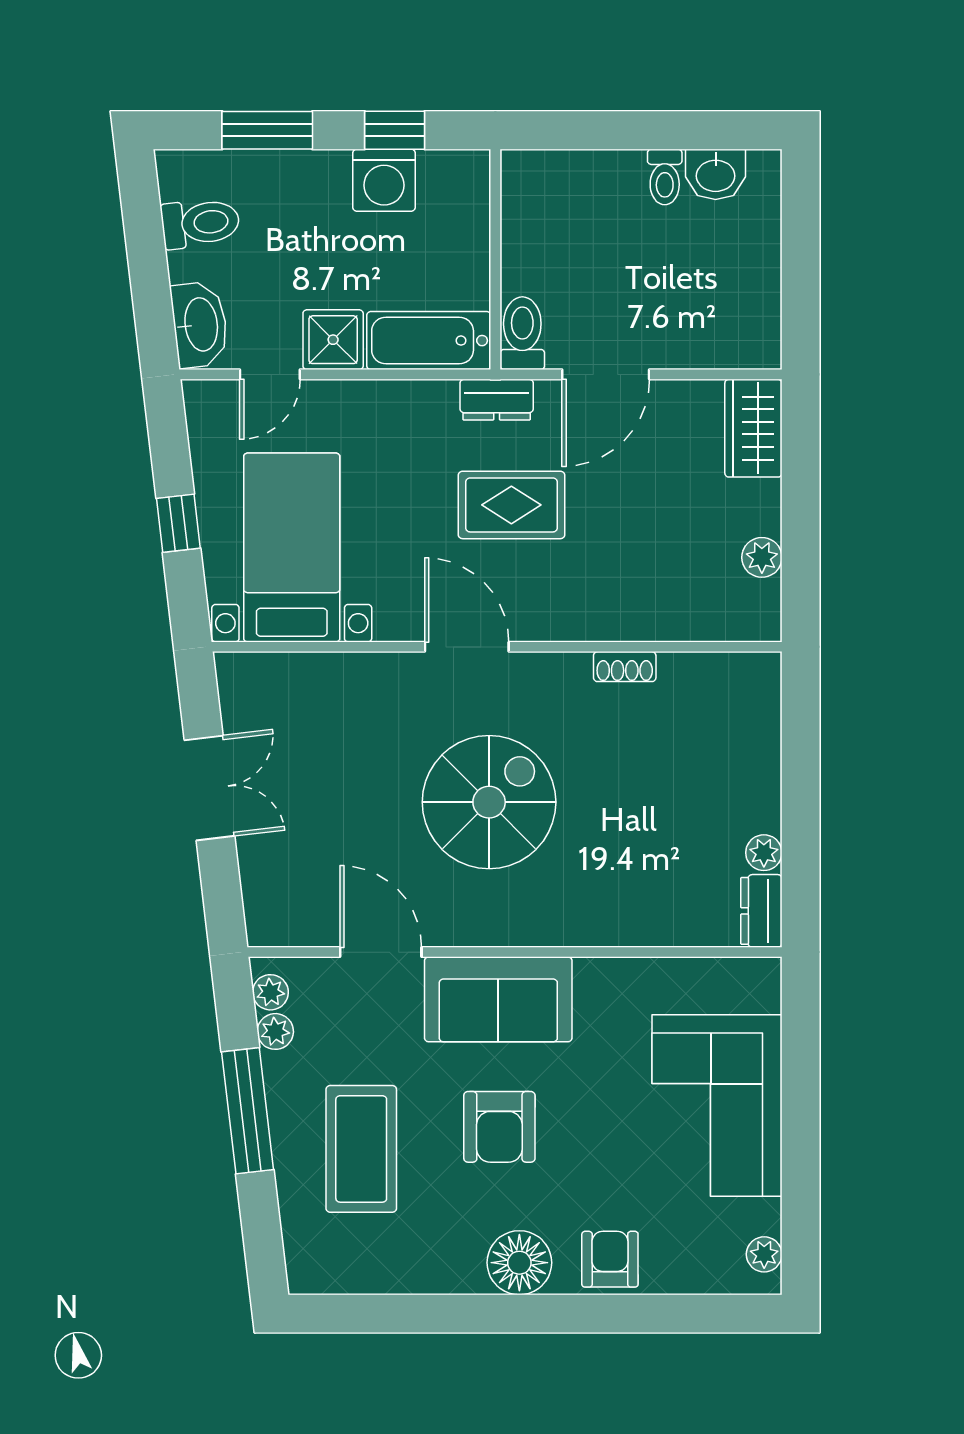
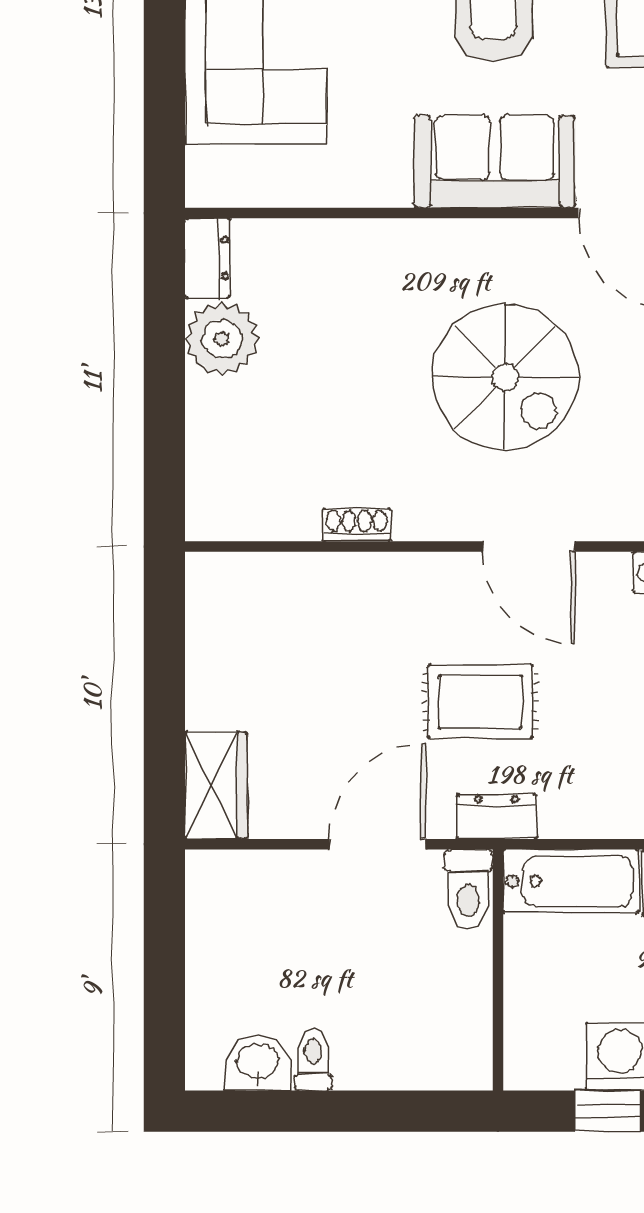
plant: (762, 557) -> (207, 644), removed
spiral stairs: (489, 802) -> (505, 377), turned -90
plant: (764, 853) -> (222, 339), width x1.87, depth x1.87

